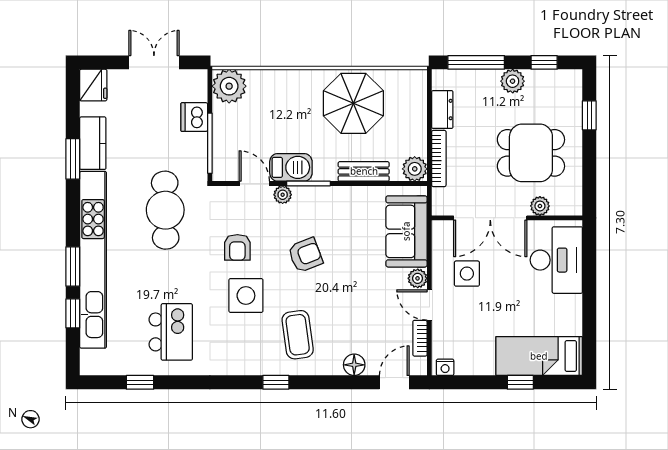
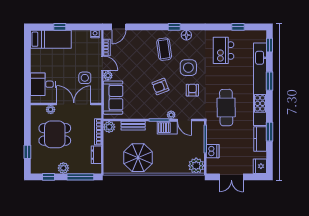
desk: (556, 260) -> (43, 84), width x0.73
window: (73, 313) -> (269, 45), moved
floor lamp: (354, 365) -> (186, 35), moved

